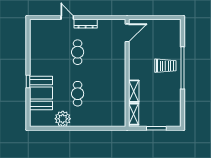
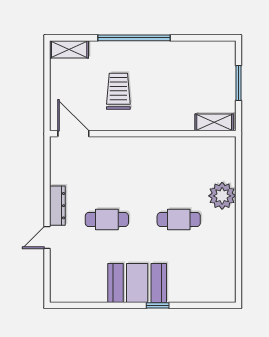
trolley: (165, 66) -> (118, 91), moved
shelving: (134, 91) -> (69, 49), moved
booth: (41, 93) -> (137, 283), moved
plant: (63, 119) -> (222, 196), moved

